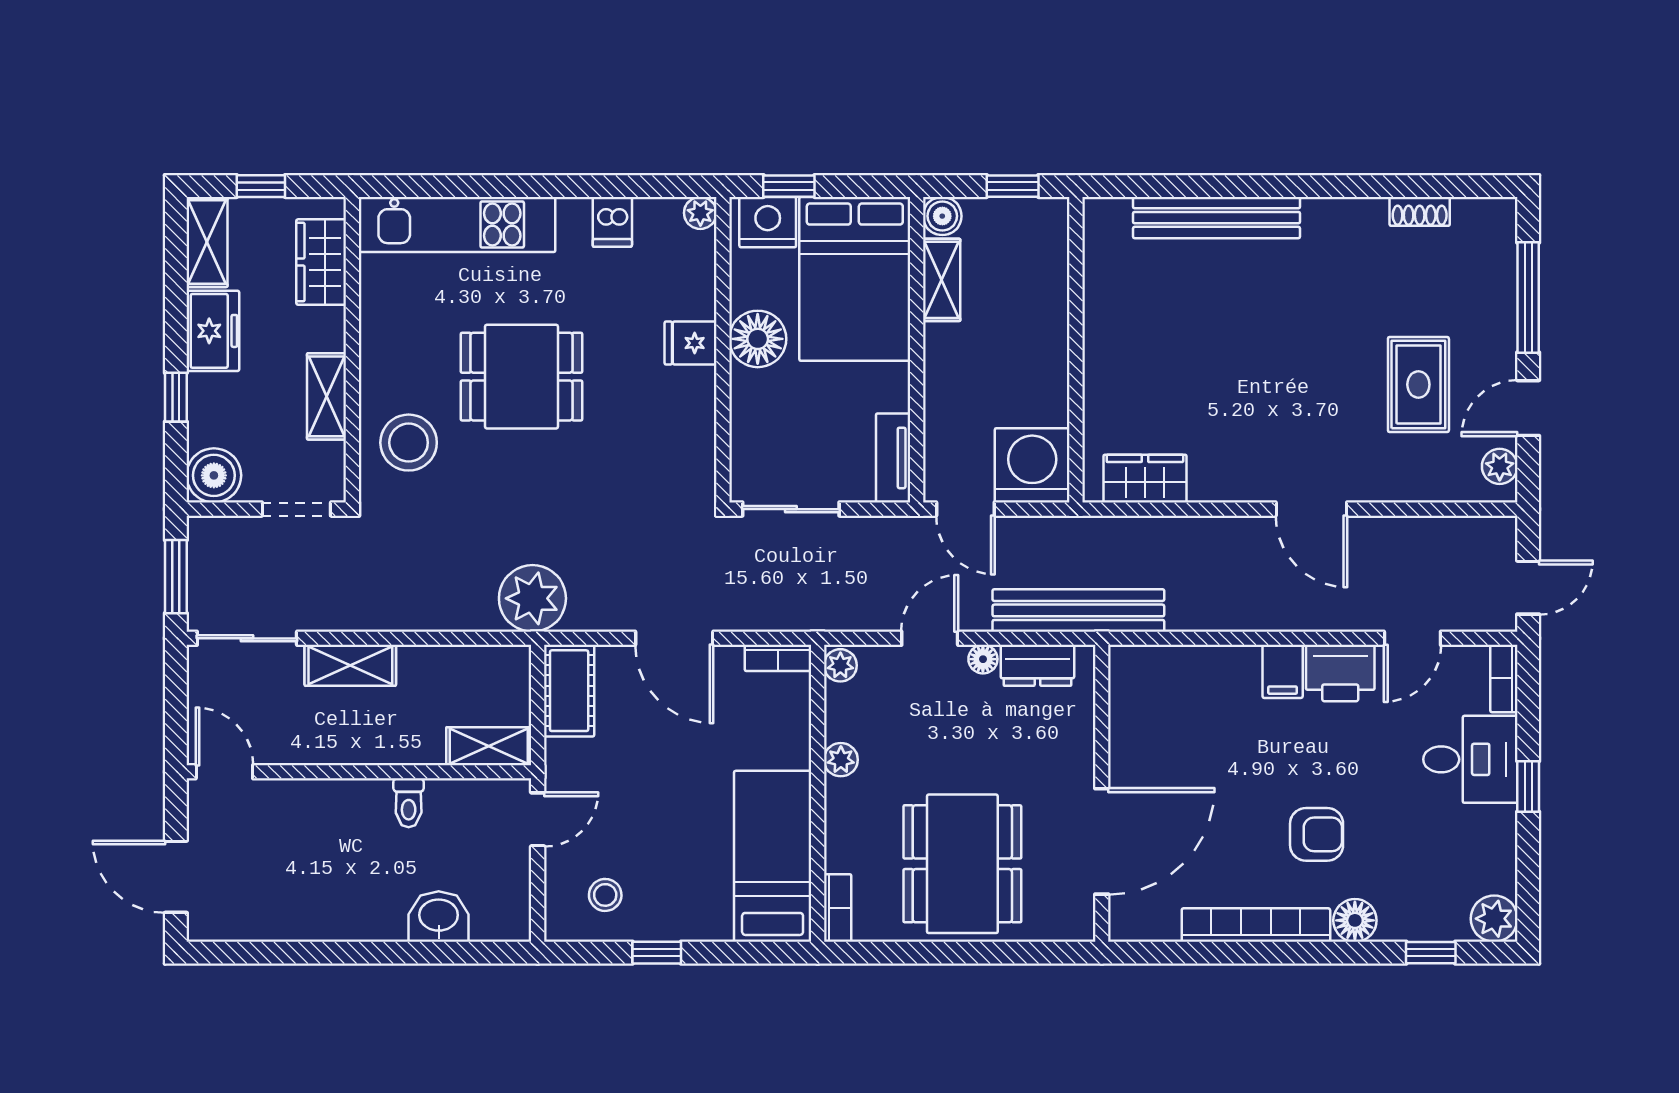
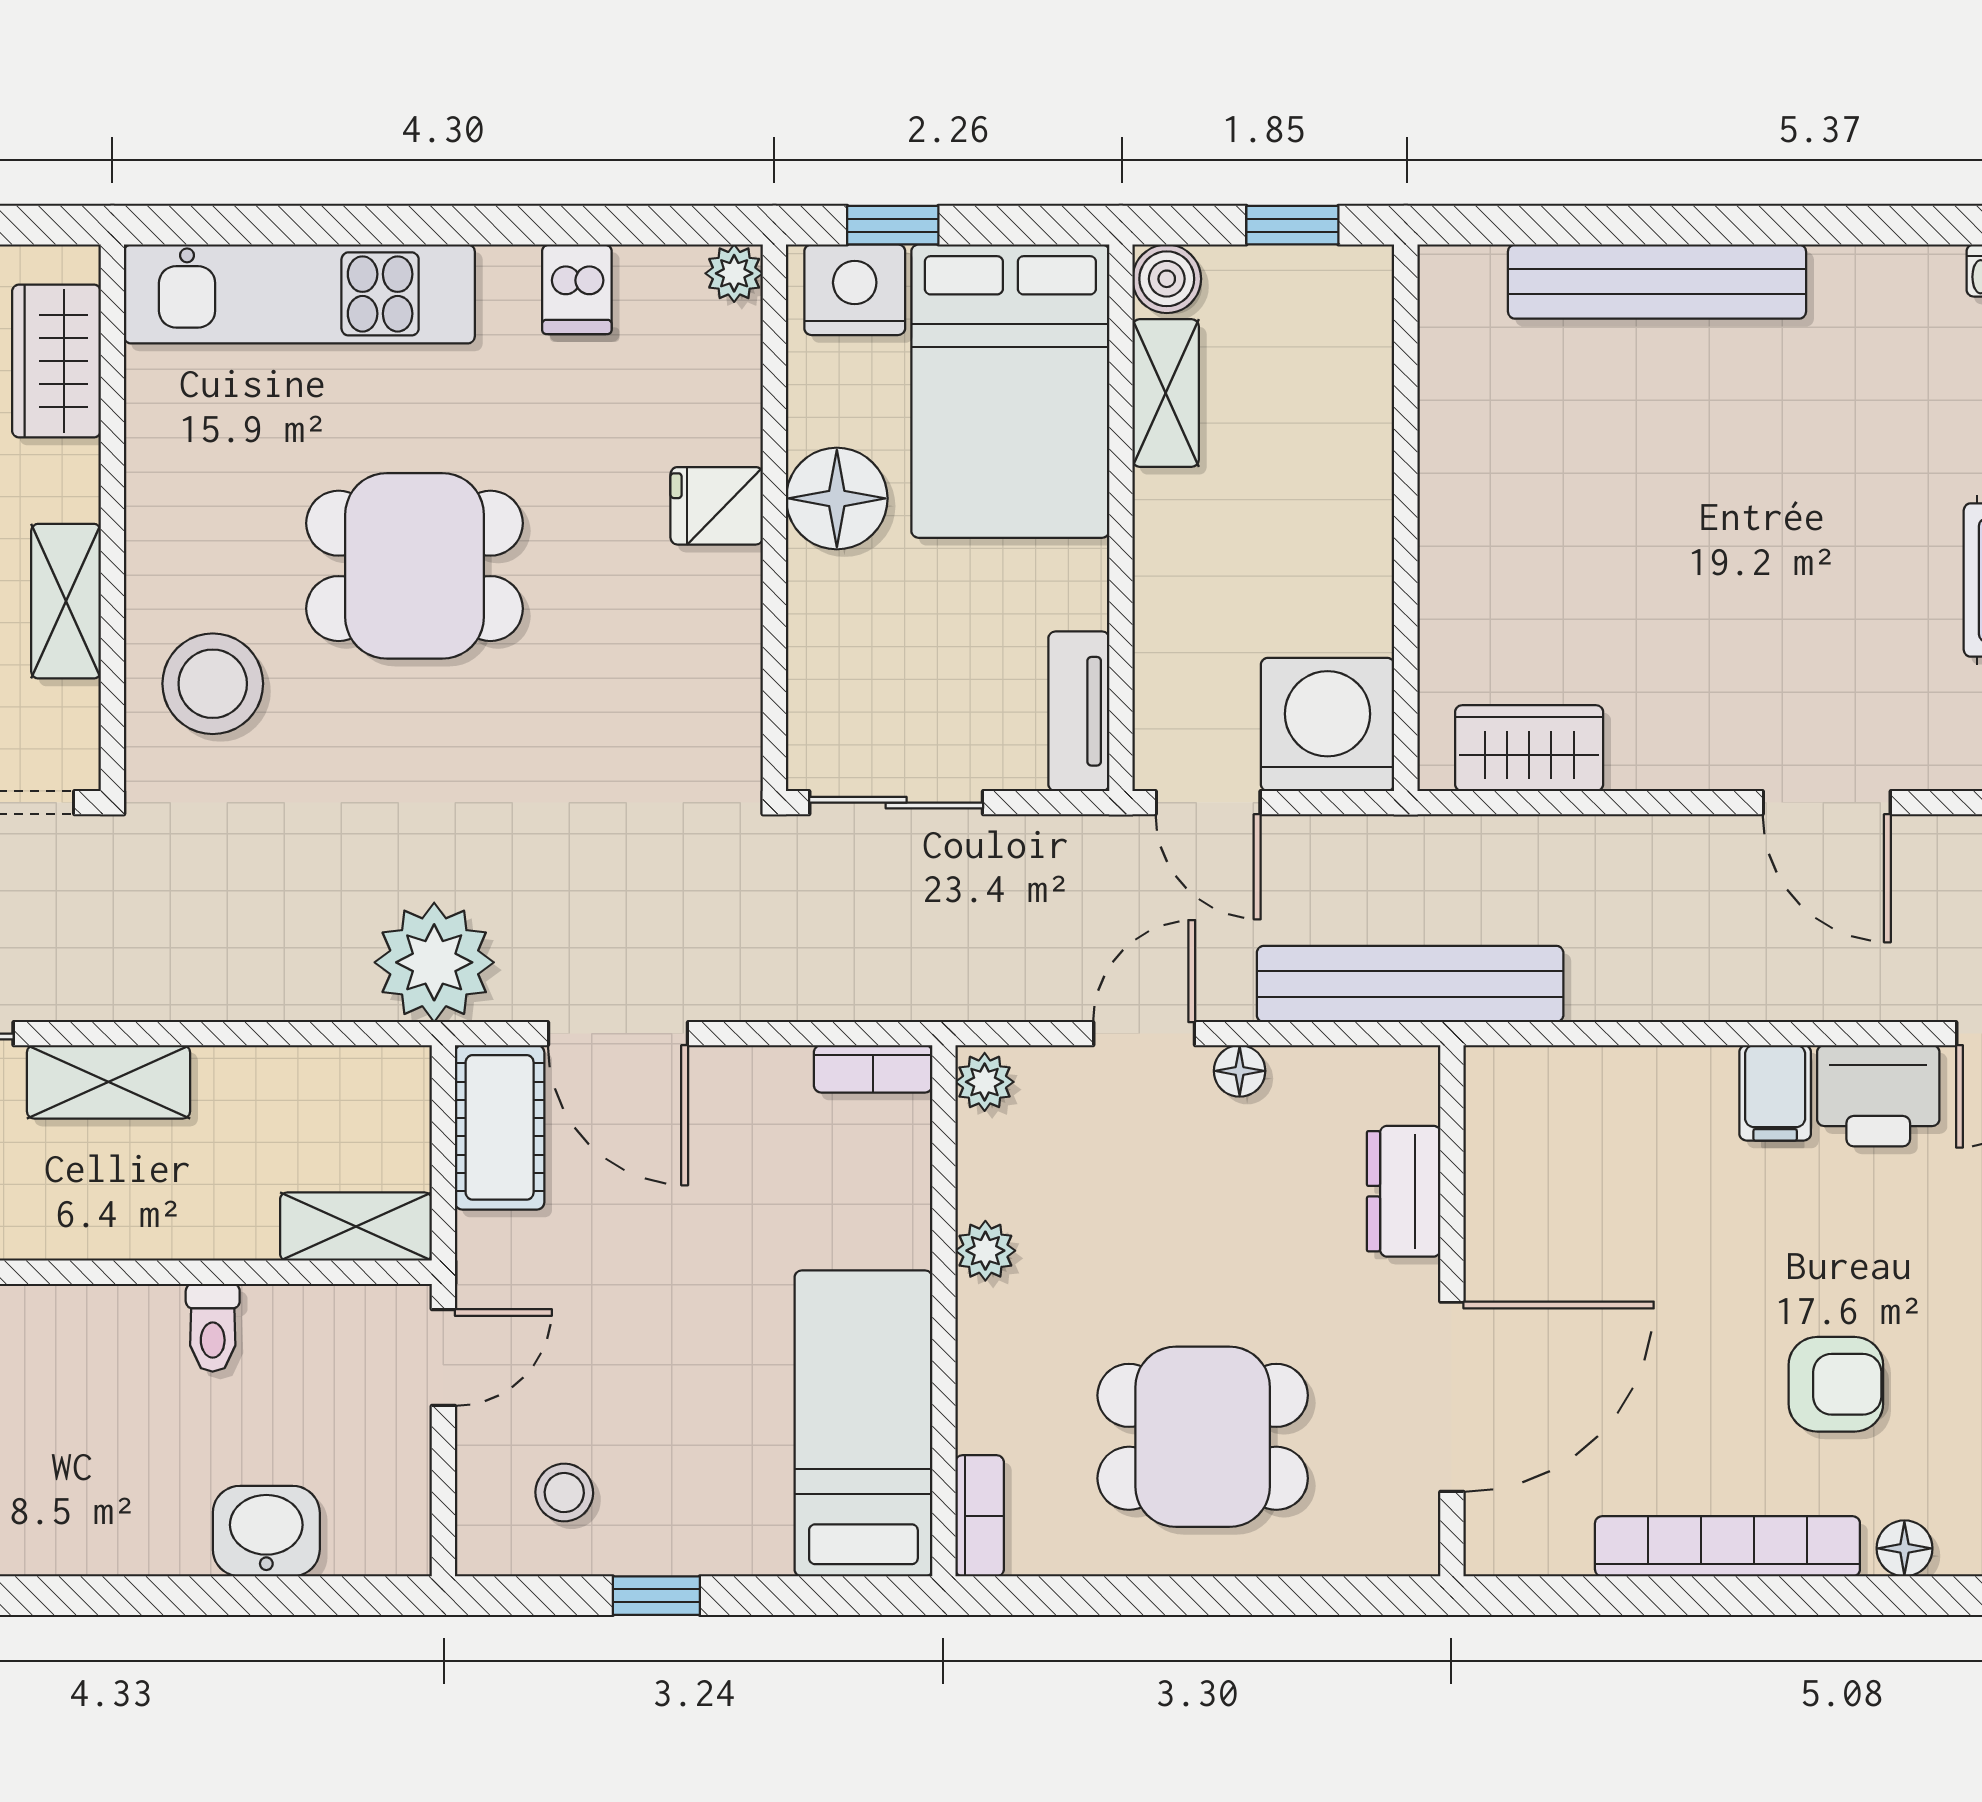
door: (674, 638) -> (618, 1034), moved
dresser: (1037, 665) -> (1404, 1191), moved, turned 90
dining table: (962, 864) -> (1203, 1437), width x0.73
floor lamp: (1355, 920) -> (1904, 1548), width x0.73, depth x0.73

